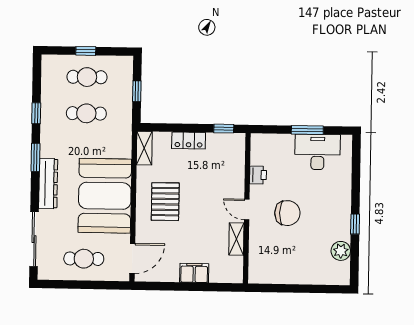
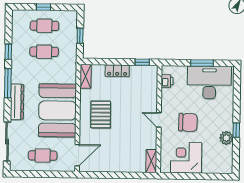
desk: (318, 152) -> (209, 82), width x1.36, depth x1.30
window: (35, 157) -> (8, 83), width x1.44
printer: (258, 175) -> (167, 81), moved
shelving: (236, 239) -> (151, 161), moved
plant: (341, 251) -> (226, 138), moved
corner desk: (285, 263) -> (186, 158), added
filing cabinet: (194, 273) -> (122, 165), removed

